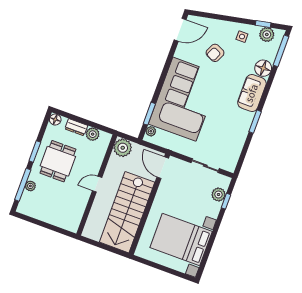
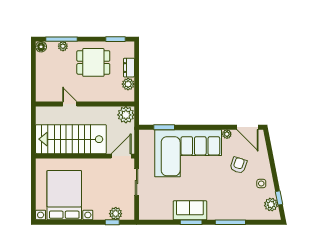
window: (281, 51) -> (230, 222), moved
armchair: (215, 53) -> (238, 165), turned 83
floor lamp: (263, 68) -> (240, 212), removed
sofa: (252, 93) -> (190, 210), moved
floor lamp: (55, 119) -> (41, 47), moved
plant: (151, 131) -> (227, 134), moved
window: (35, 152) -> (115, 39), moved
sliding door: (205, 166) -> (137, 182), moved
door: (97, 184) -> (70, 104), moved

